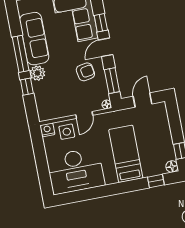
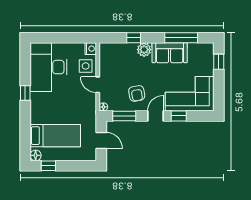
sofa: (34, 39) -> (170, 53), width x0.73
door: (106, 47) -> (155, 116), hinge flipped
window: (21, 54) -> (181, 38), moved
bed: (126, 154) -> (55, 136), moved
window: (156, 181) -> (25, 93), moved

